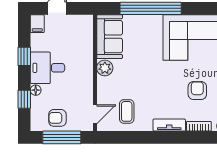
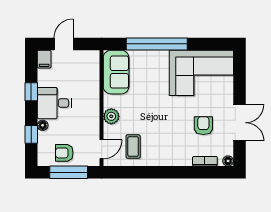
plant: (105, 68) -> (111, 116), moved
tv unit: (169, 125) -> (175, 160), removed

